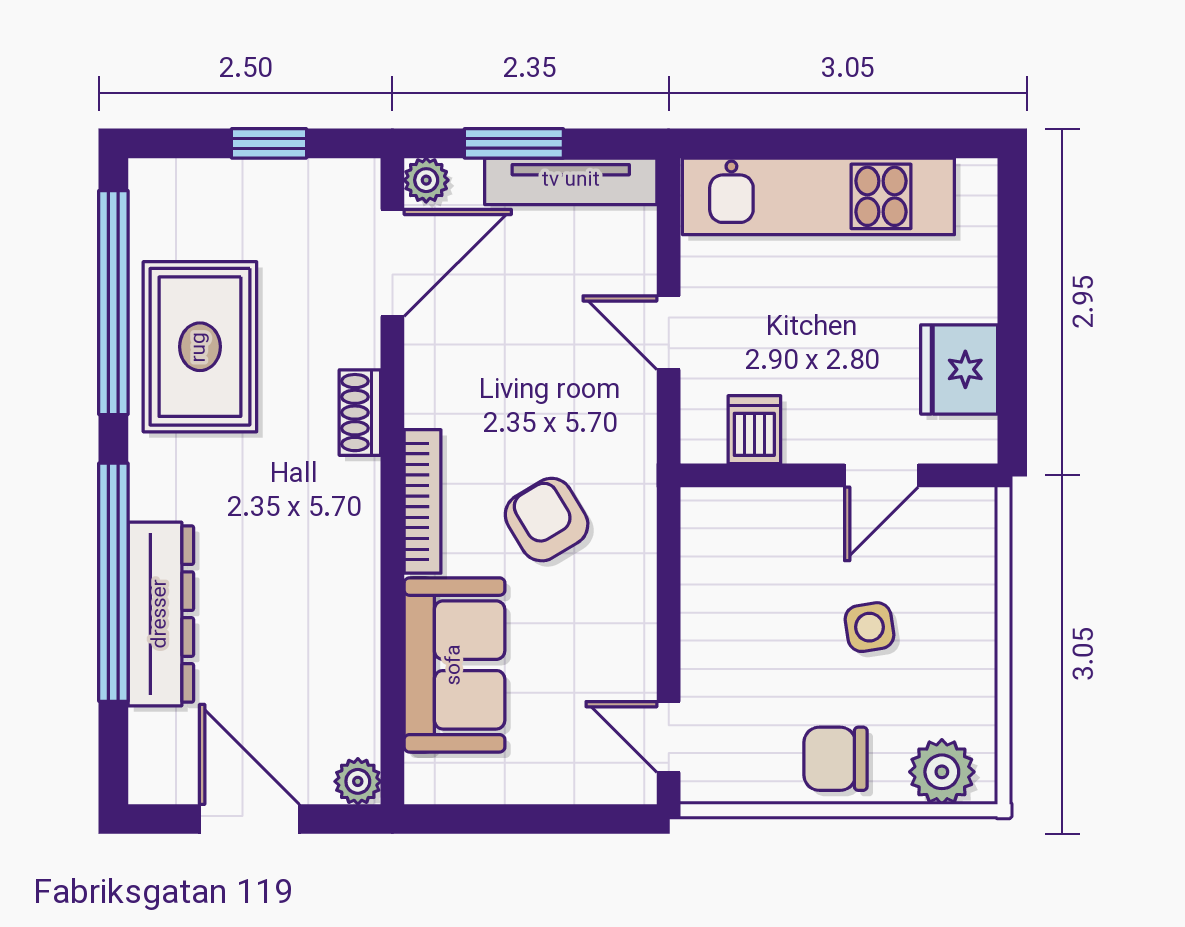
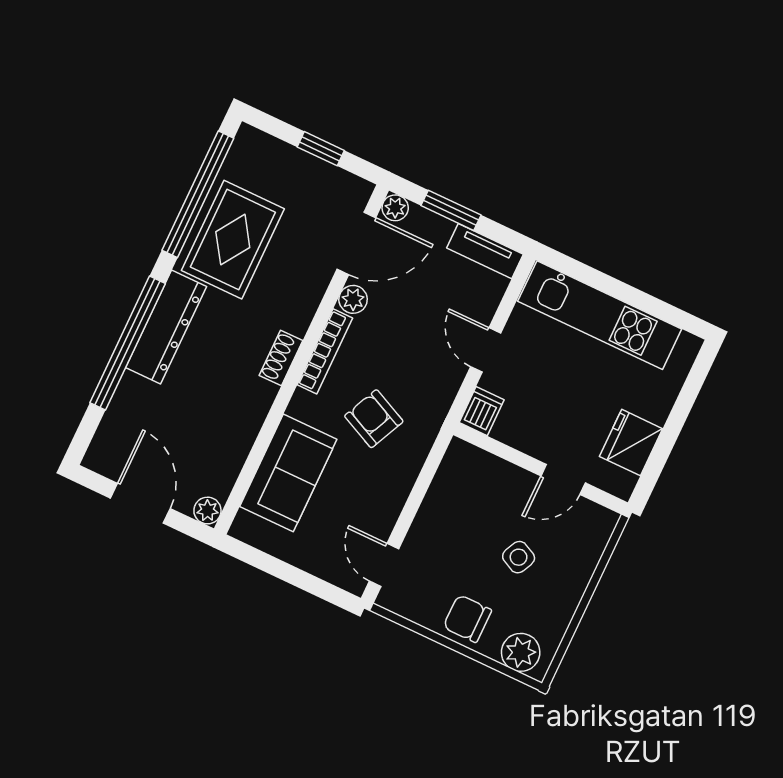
tv unit: (571, 181) -> (485, 251), width x0.71
plant: (428, 351) -> (353, 299), added
shoe rack: (360, 413) -> (281, 358), moved
dishwasher: (754, 430) -> (482, 411), moved
bookcase: (423, 501) -> (325, 351), moved
armchair: (547, 520) -> (374, 419), turned -34
dresser: (161, 614) -> (166, 327), moved
side table: (869, 627) -> (519, 557), turned 35

